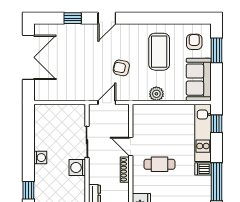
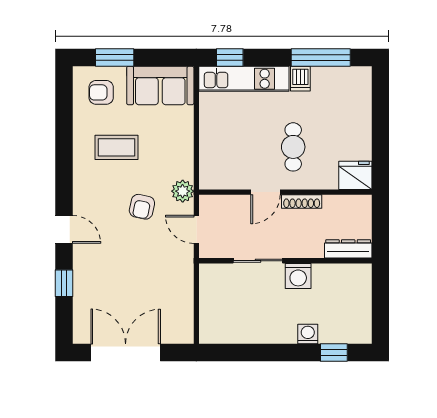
coffee table: (159, 52) -> (116, 147), width x0.73, depth x0.76
plant: (156, 94) -> (183, 191), moved
washing machine: (40, 158) -> (308, 334), moved

